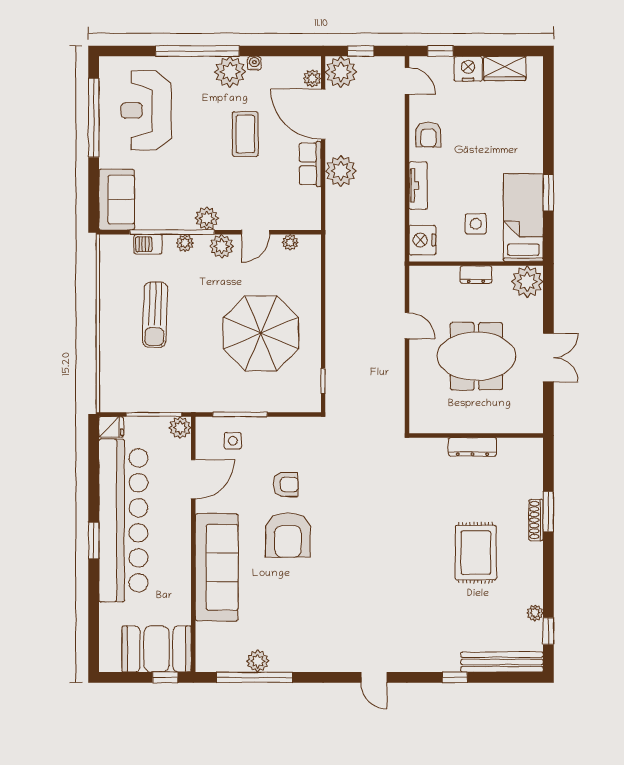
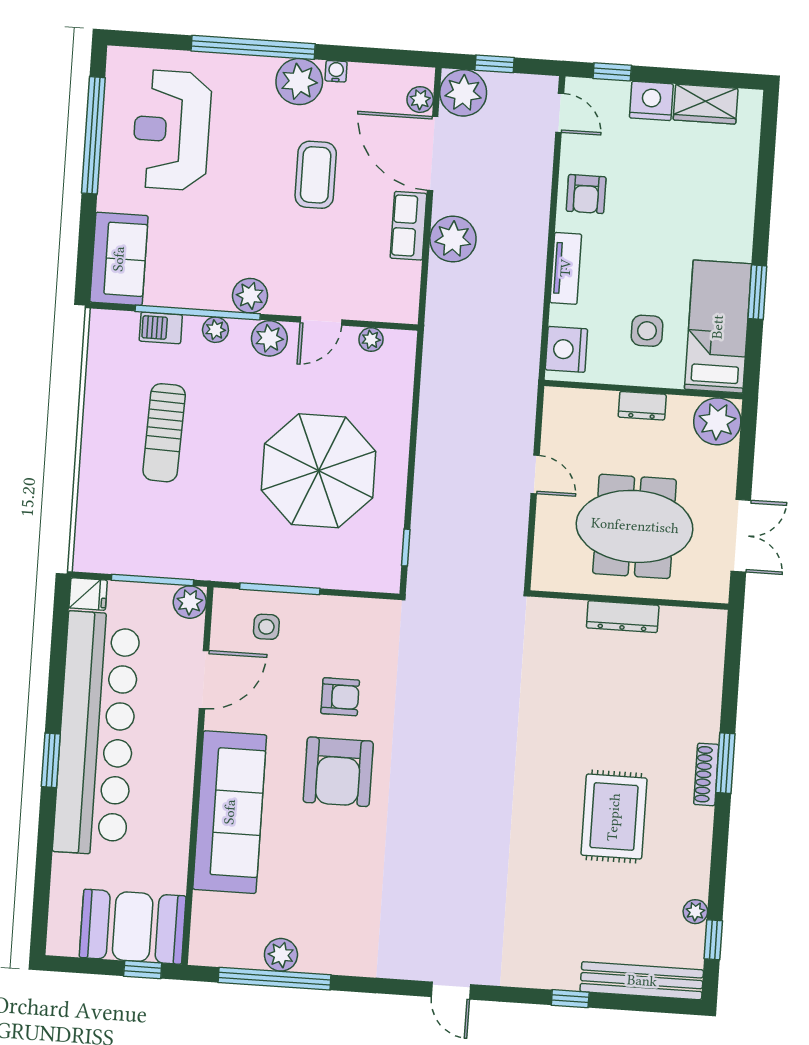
wall: (476, 435) -> (629, 600), moved
dresser: (472, 447) -> (623, 617), moved

